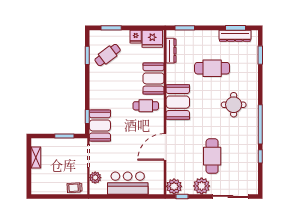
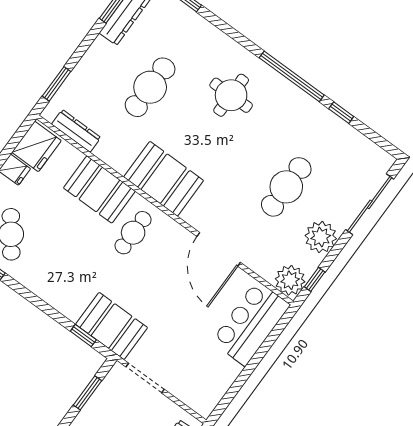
cafe table: (212, 156) -> (286, 187), turned 90
plant: (95, 178) -> (187, 392), removed
bar counter: (128, 183) -> (251, 323), moved

